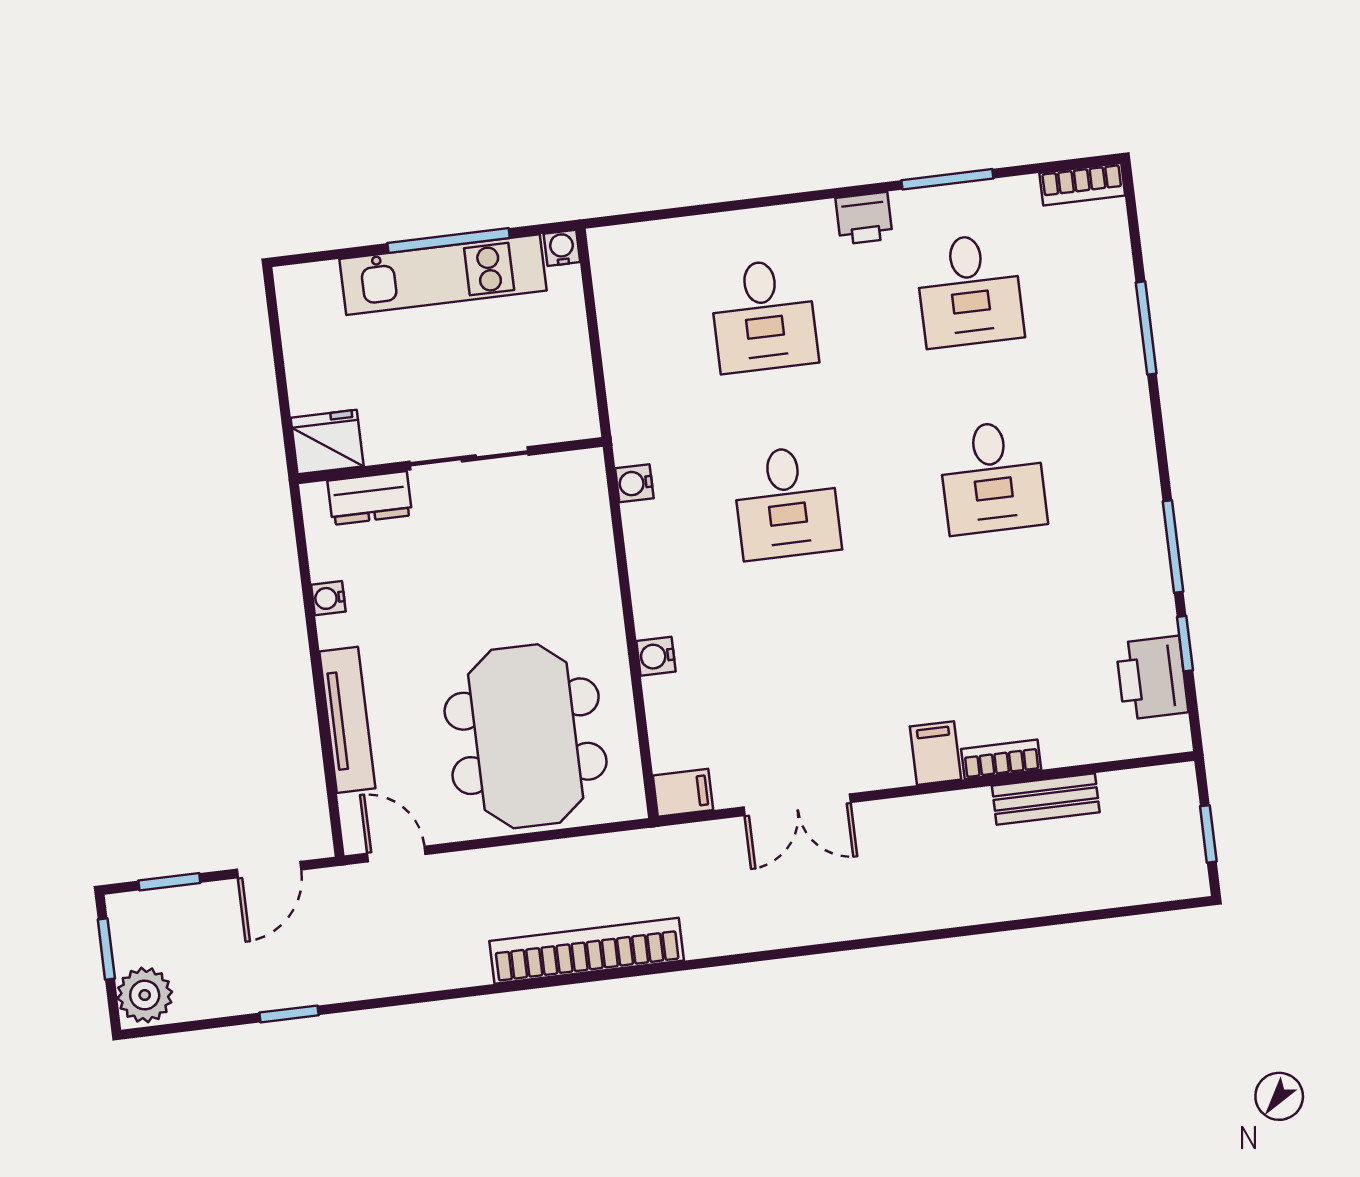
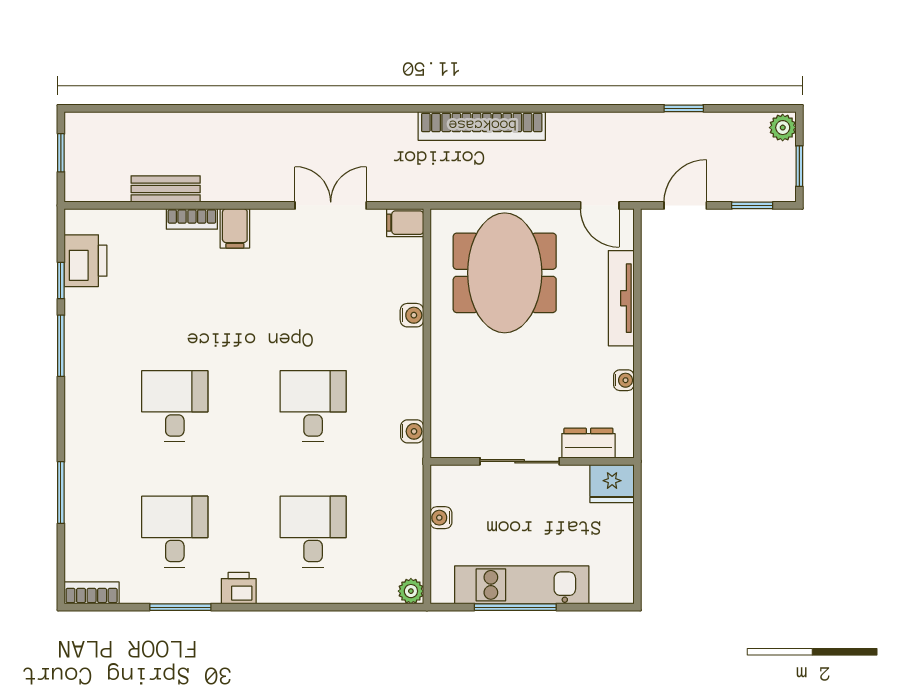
plant: (607, 245) -> (411, 591), added
water cooler: (562, 248) -> (441, 518), moved, turned 90
plant: (145, 995) -> (783, 128), width x0.73, depth x0.73

